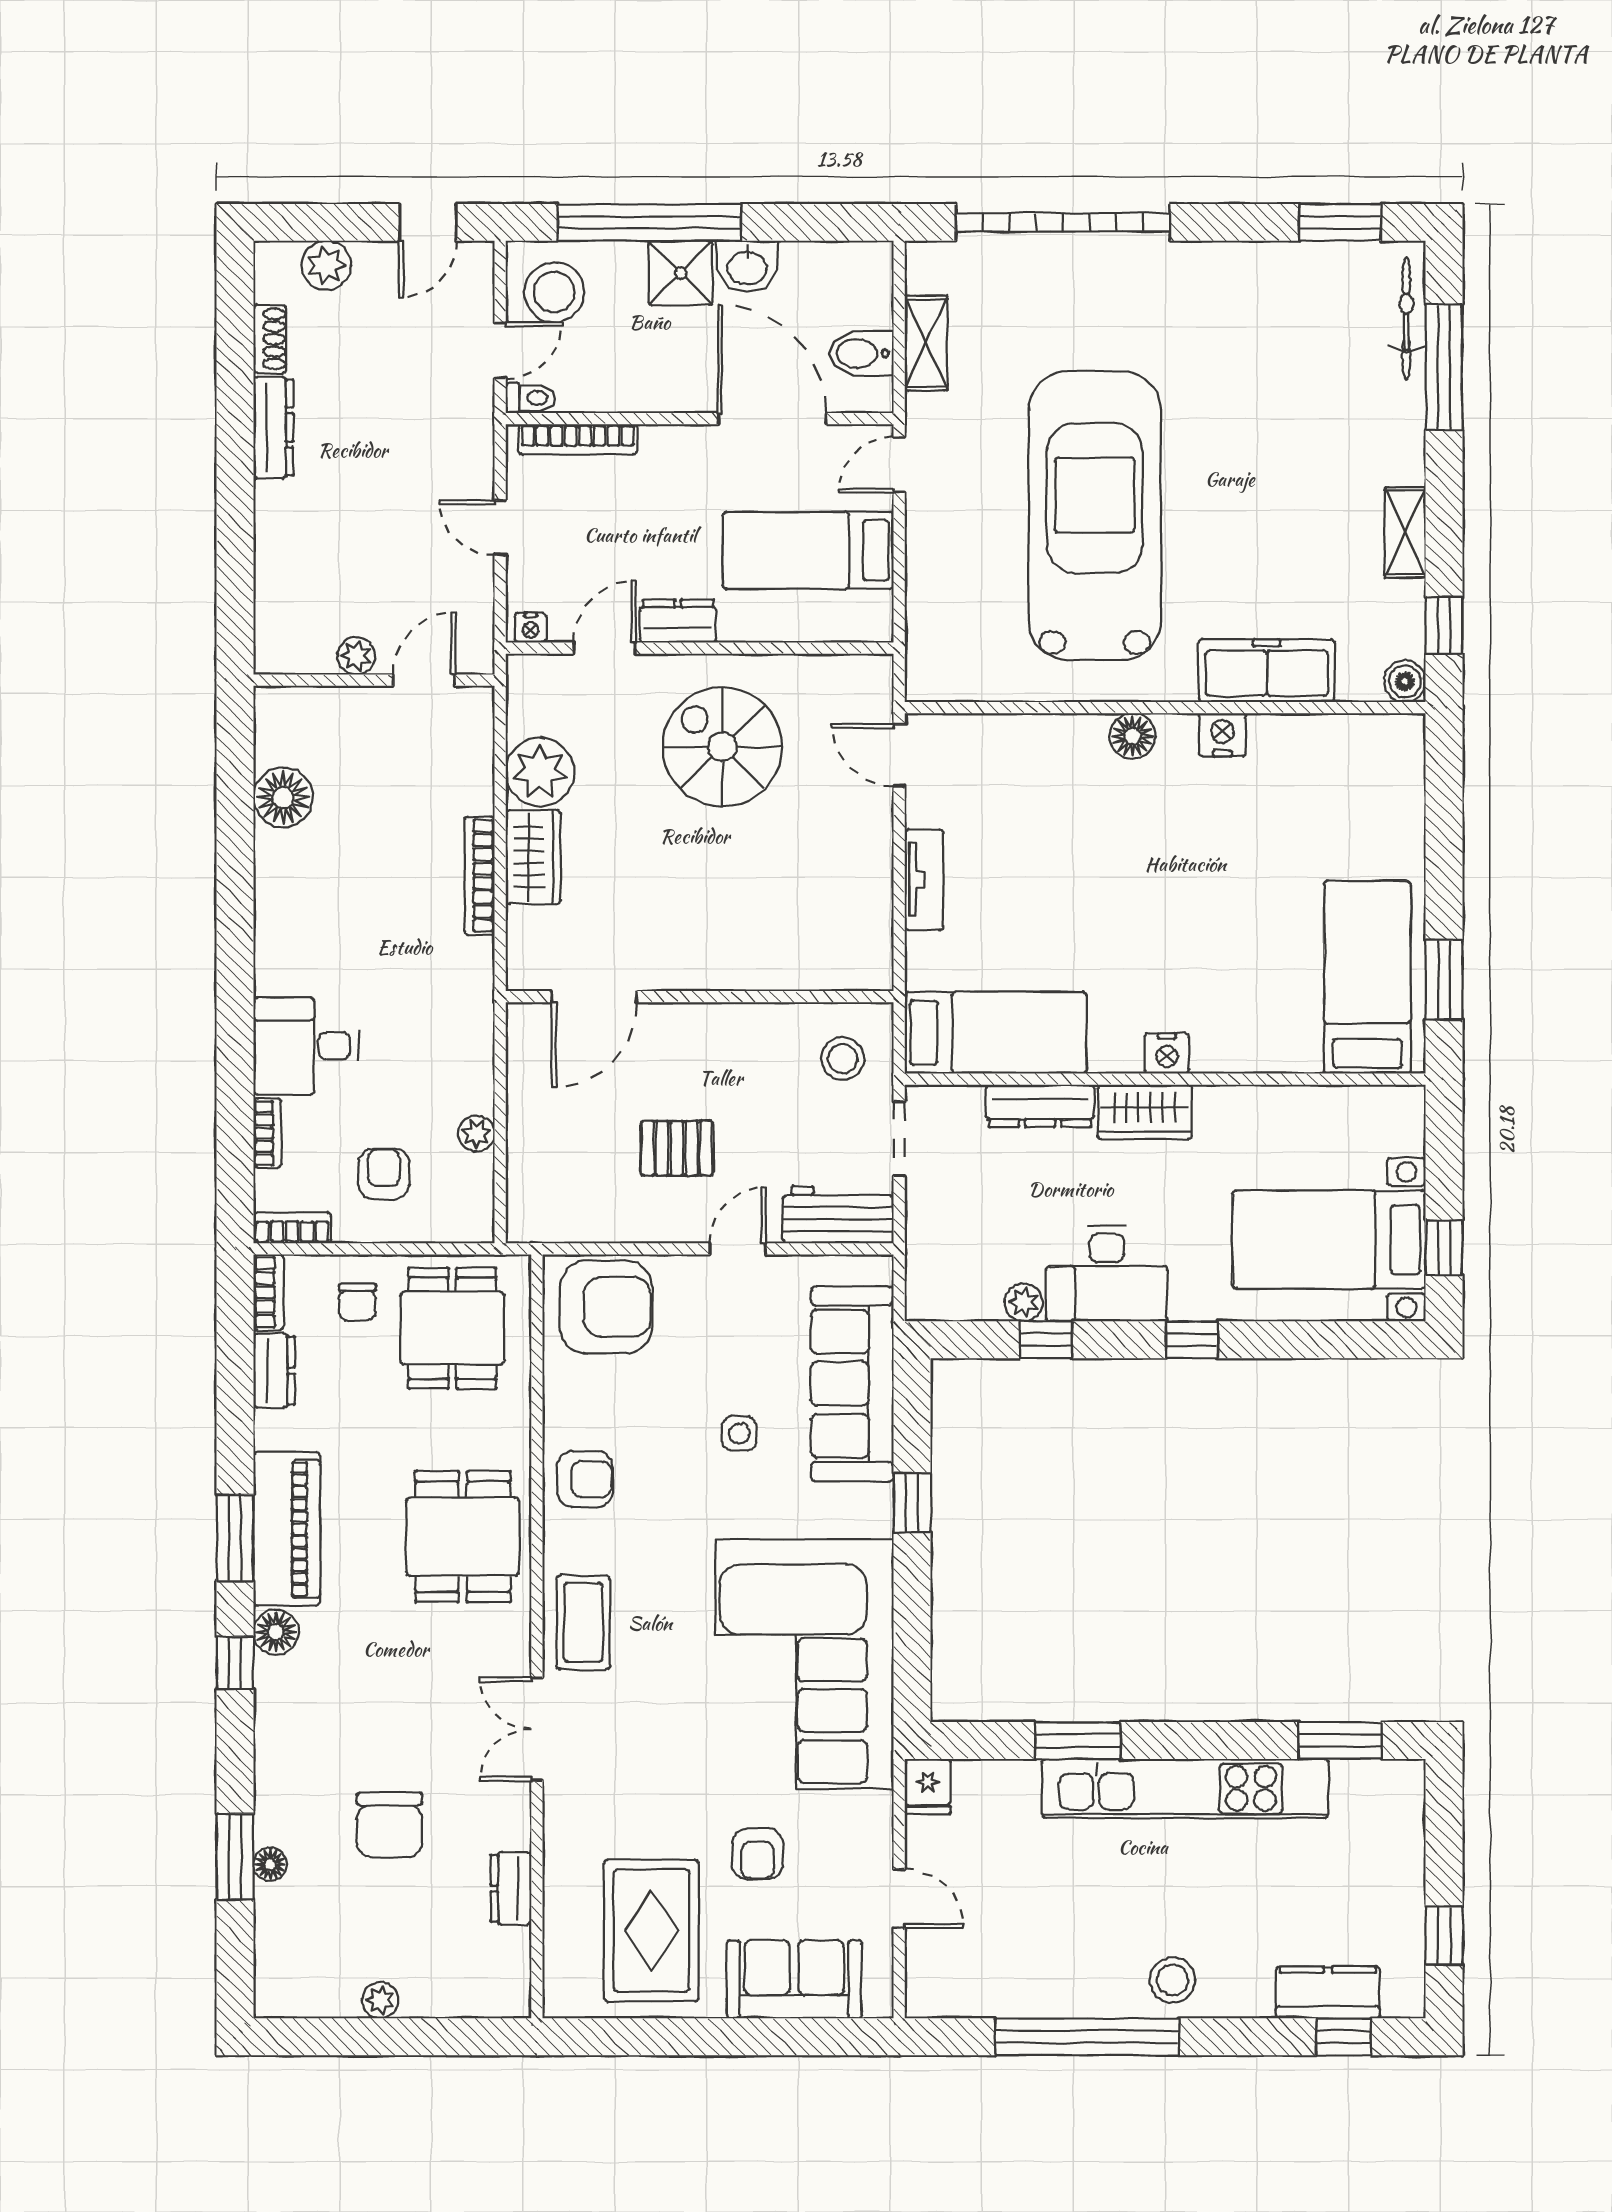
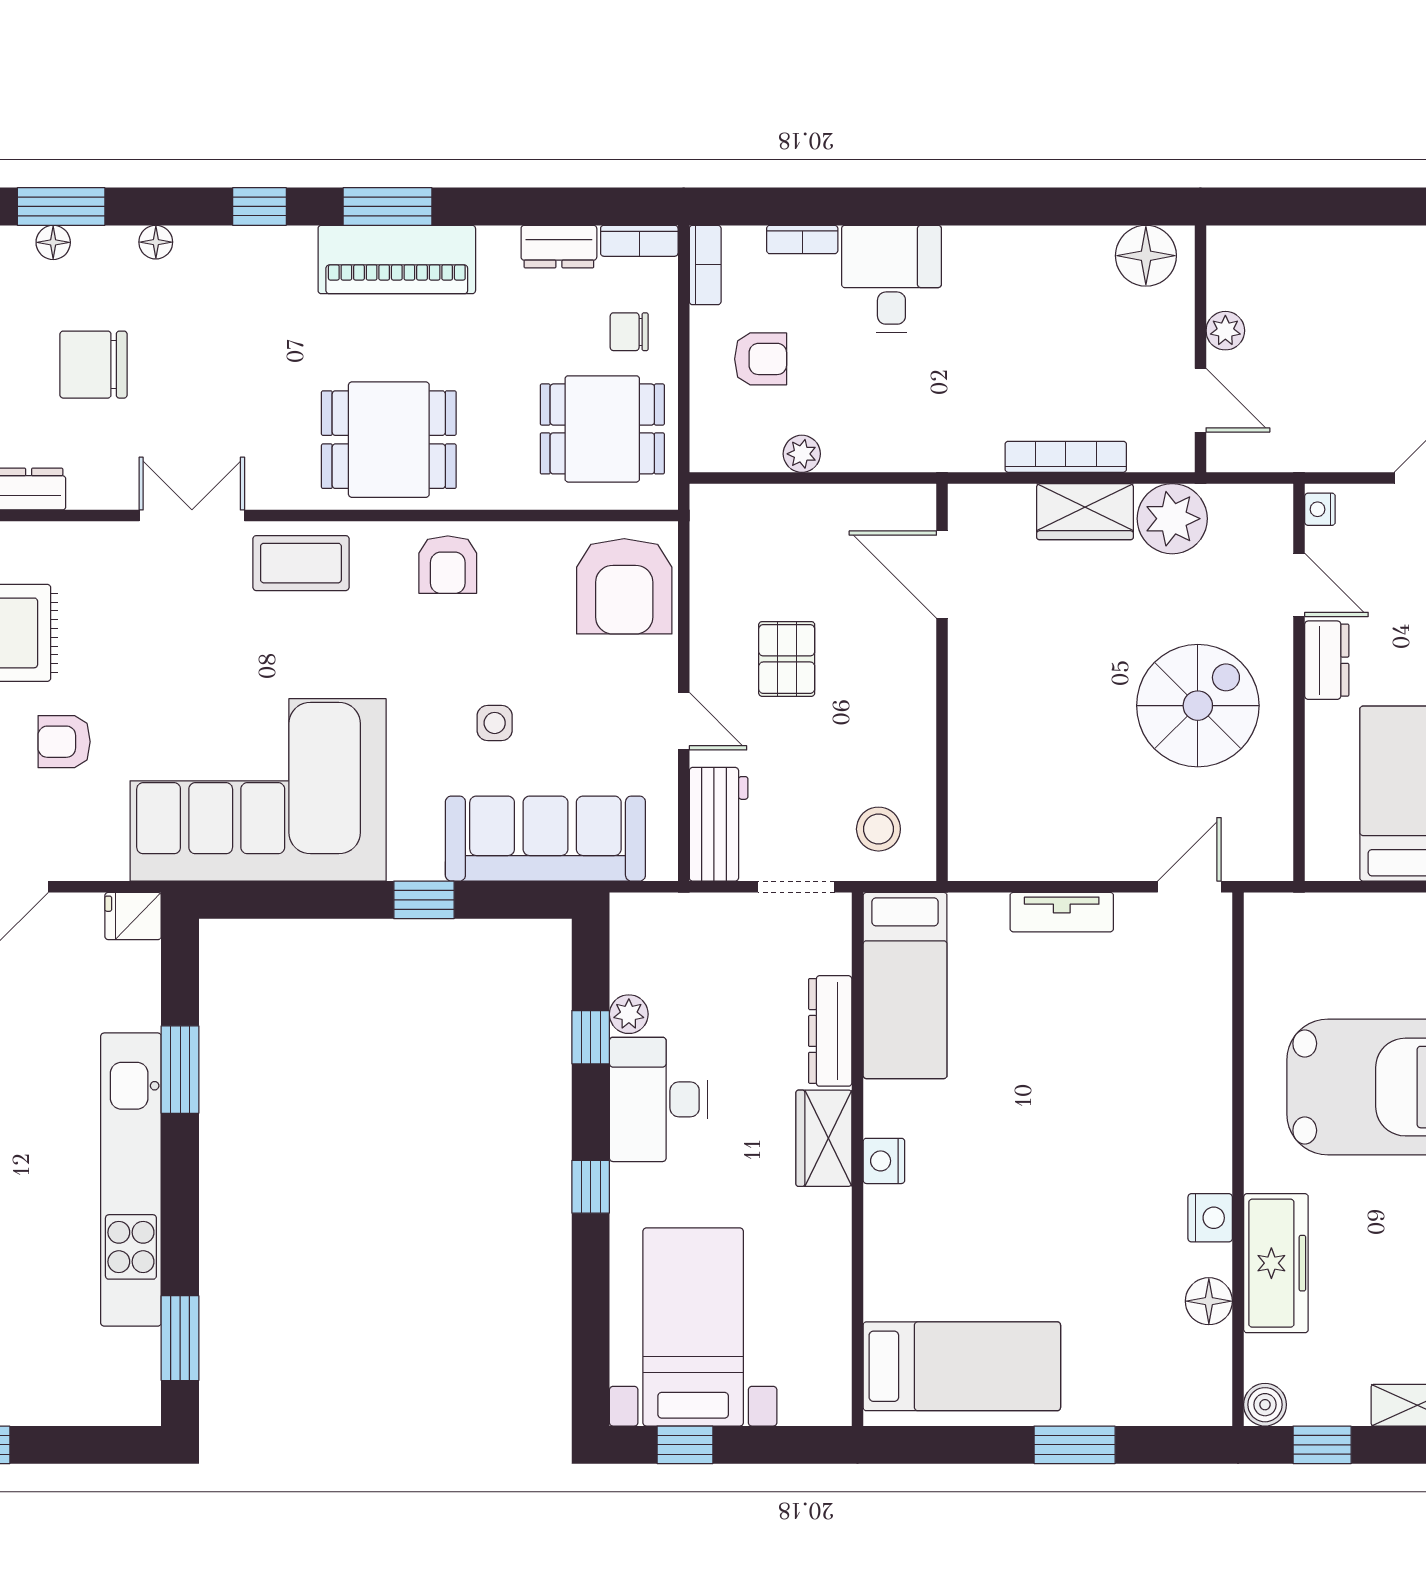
plant: (356, 656) -> (1225, 331), moved
wall: (374, 680) -> (1200, 349), moved
door: (424, 680) -> (1200, 400), moved
floor lamp: (1133, 736) -> (1209, 1301), moved
window: (1444, 980) -> (1075, 1445), moved
floor lamp: (276, 1632) -> (156, 242), moved, width x0.73, depth x0.73

